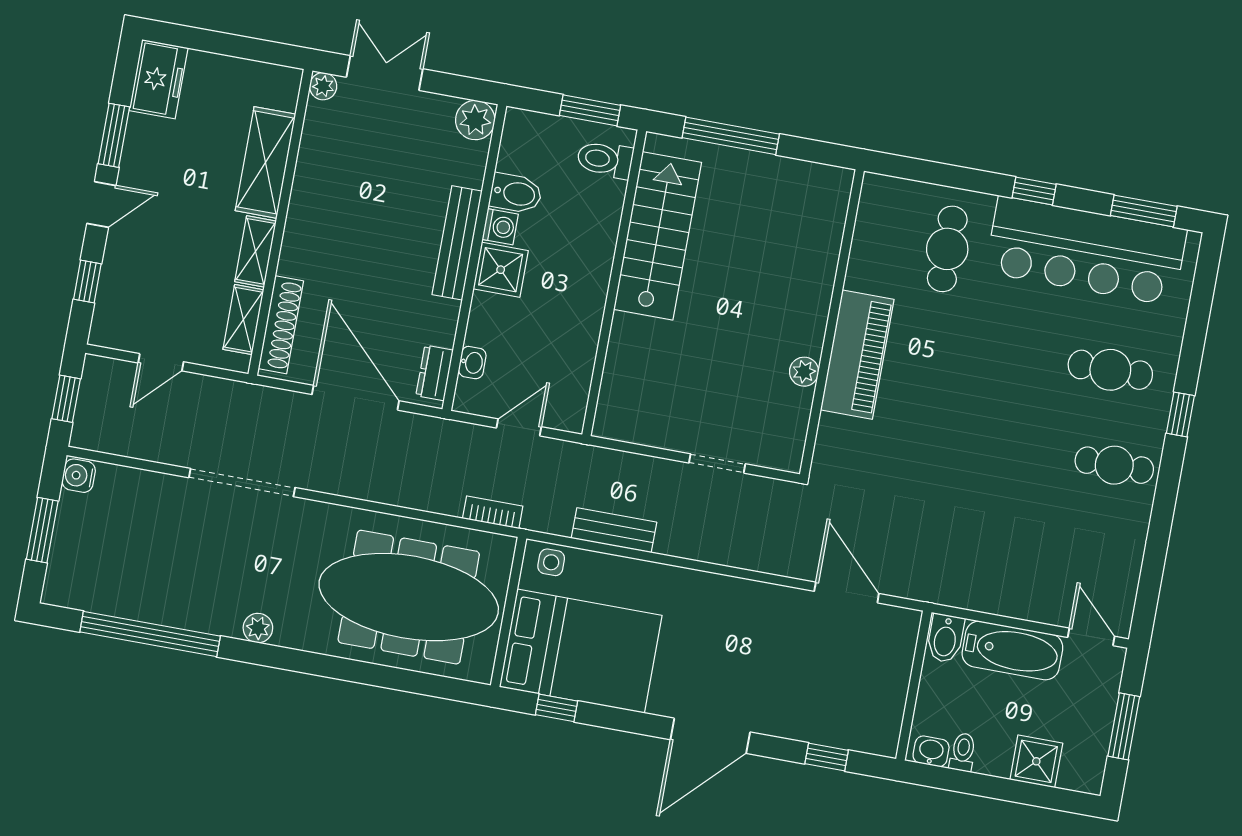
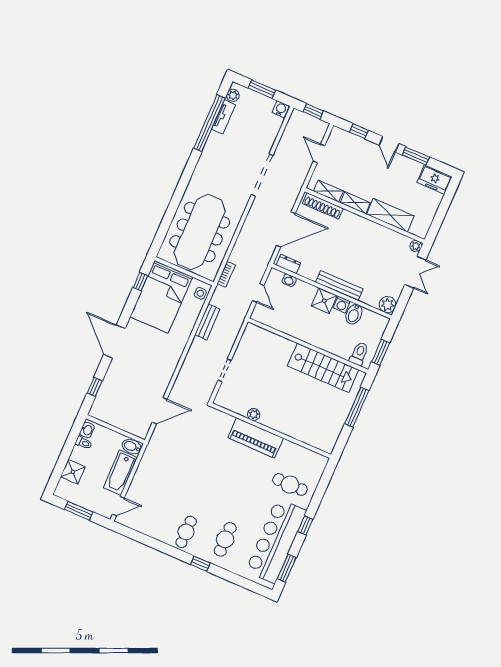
tv unit: (128, 604) -> (223, 117), added
plant: (258, 628) -> (233, 95), moved

